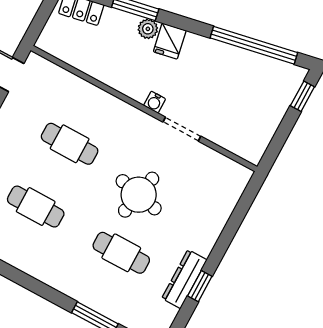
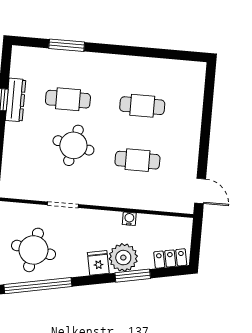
plant: (148, 29) -> (123, 258), width x1.88, depth x1.88
round table: (241, 90) -> (33, 250), added
water cooler: (155, 102) -> (129, 219), moved

